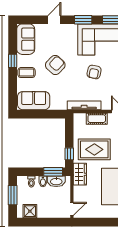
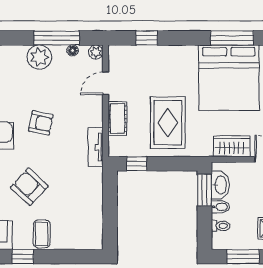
sofa: (34, 101) -> (88, 222), removed
tv unit: (84, 105) -> (96, 147), width x0.71
window: (69, 154) -> (137, 164), moved
wardrobe: (80, 174) -> (232, 146), moved

